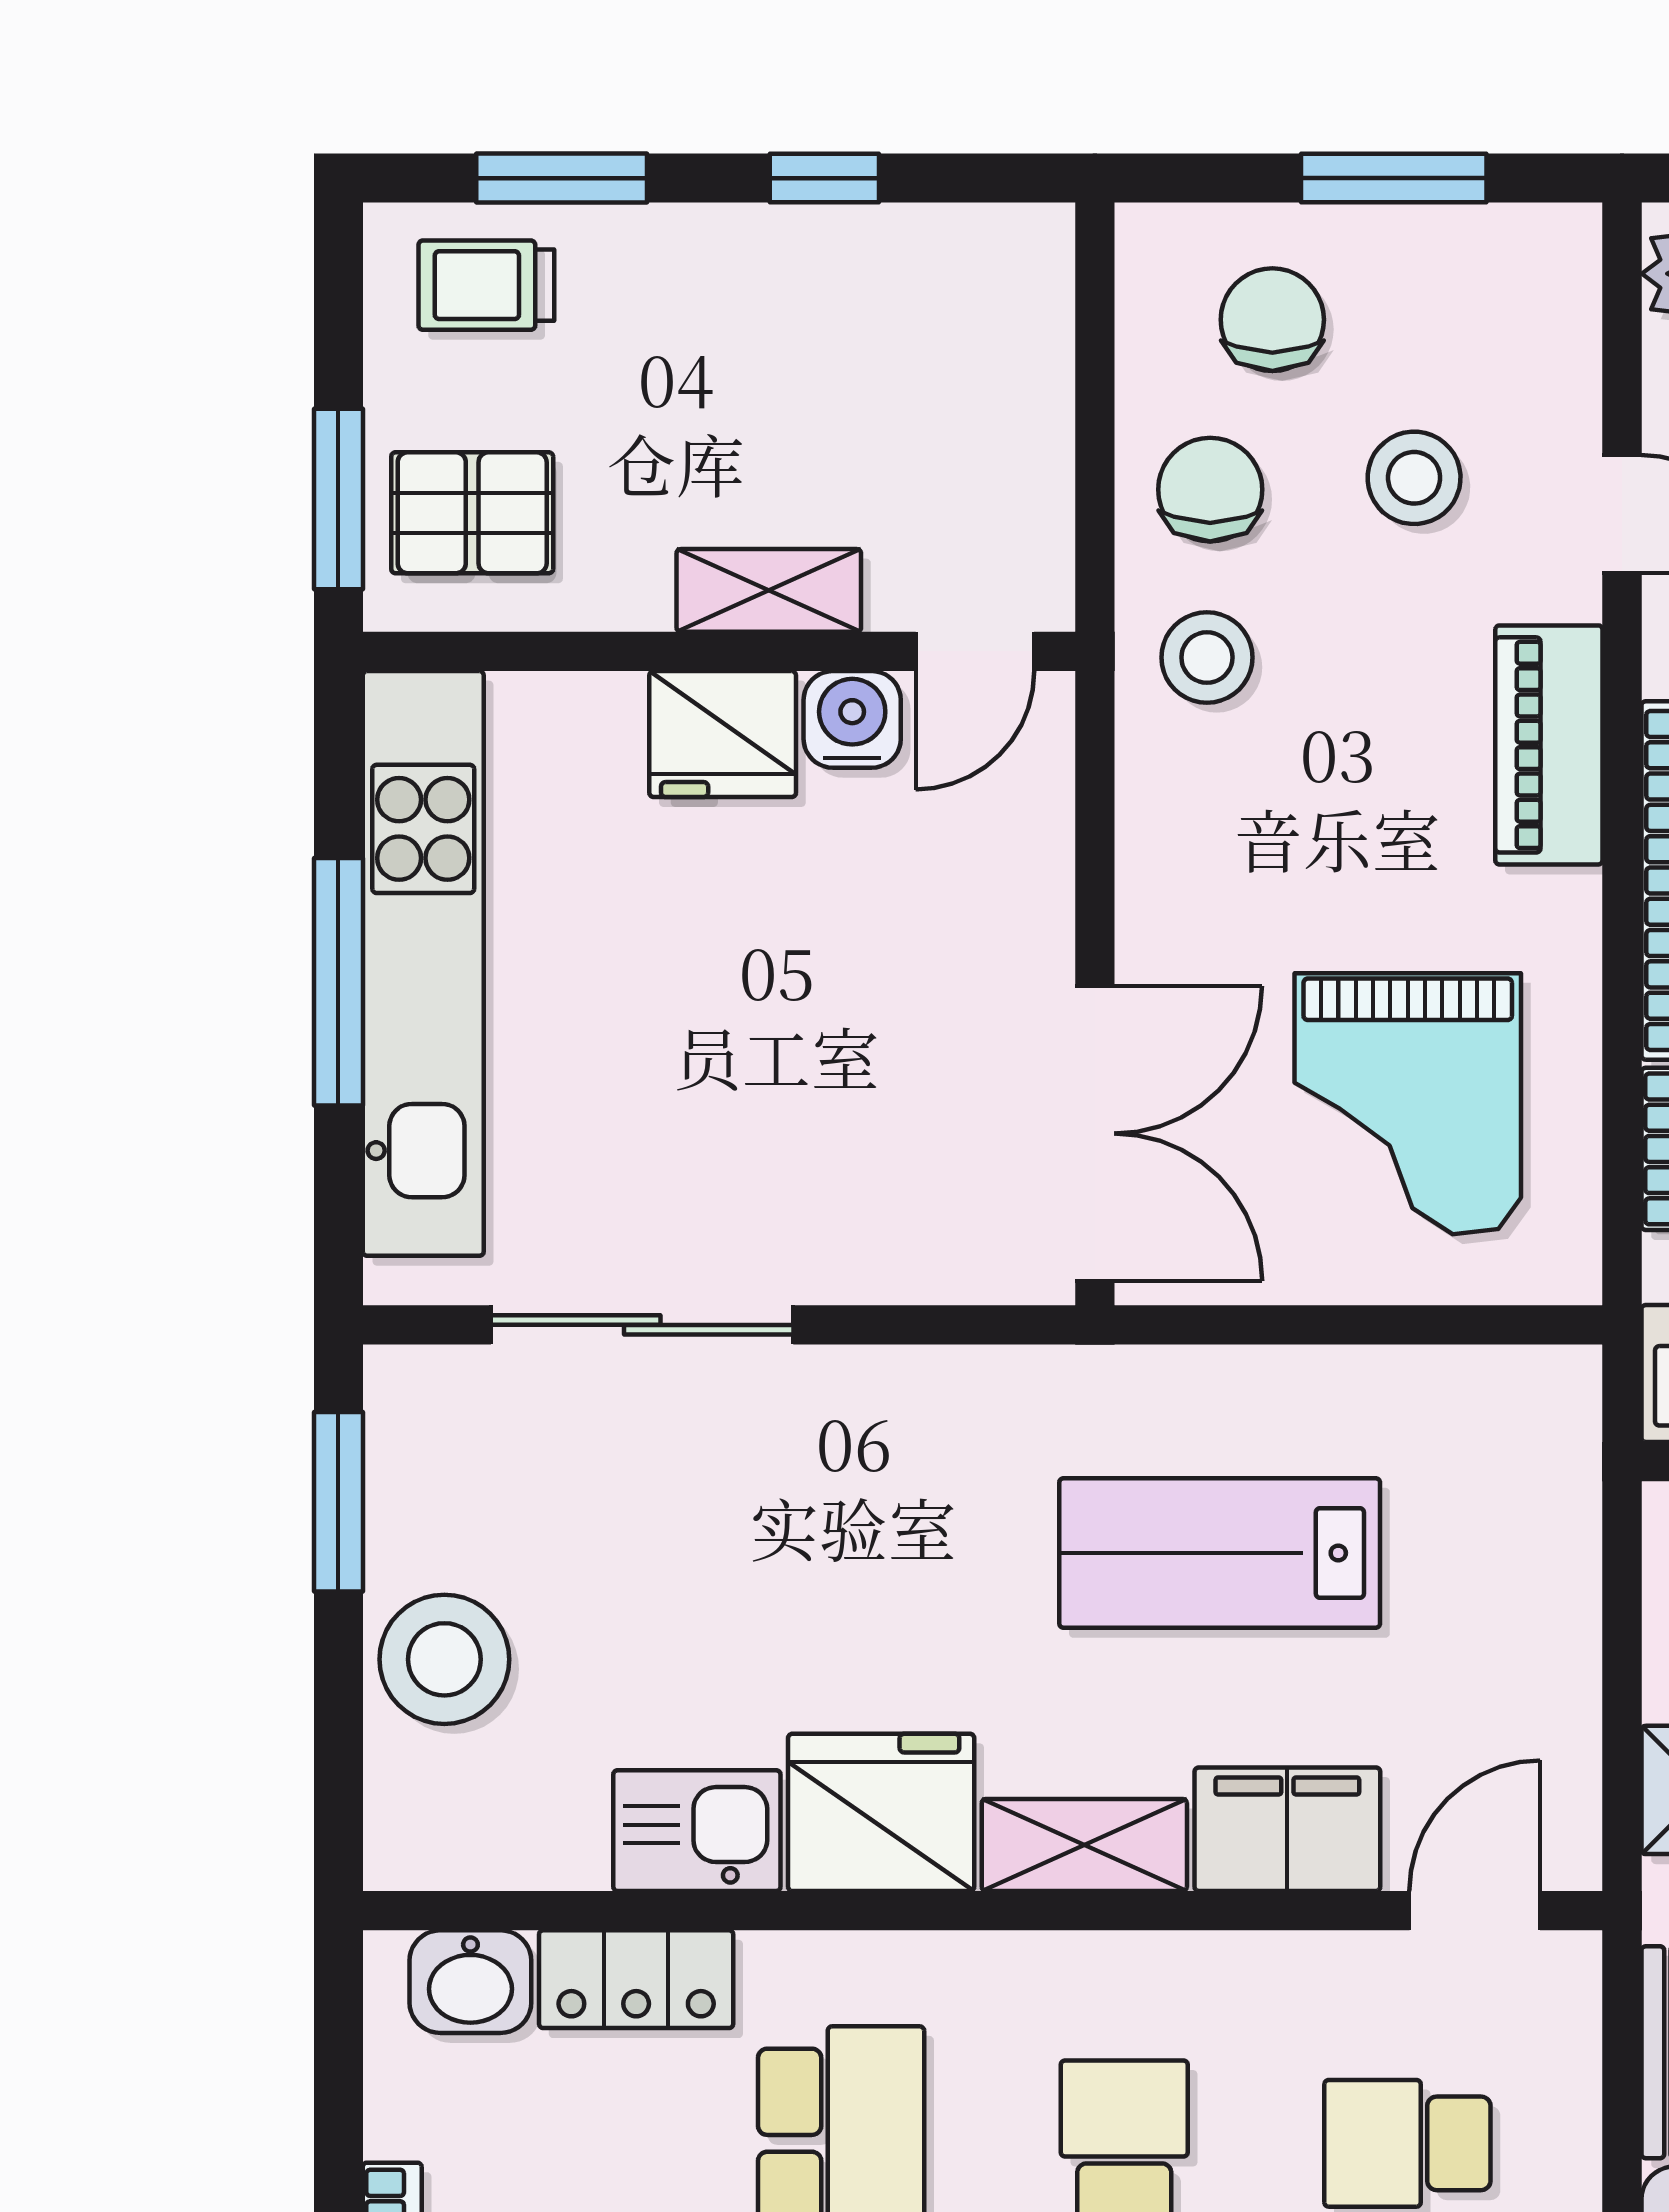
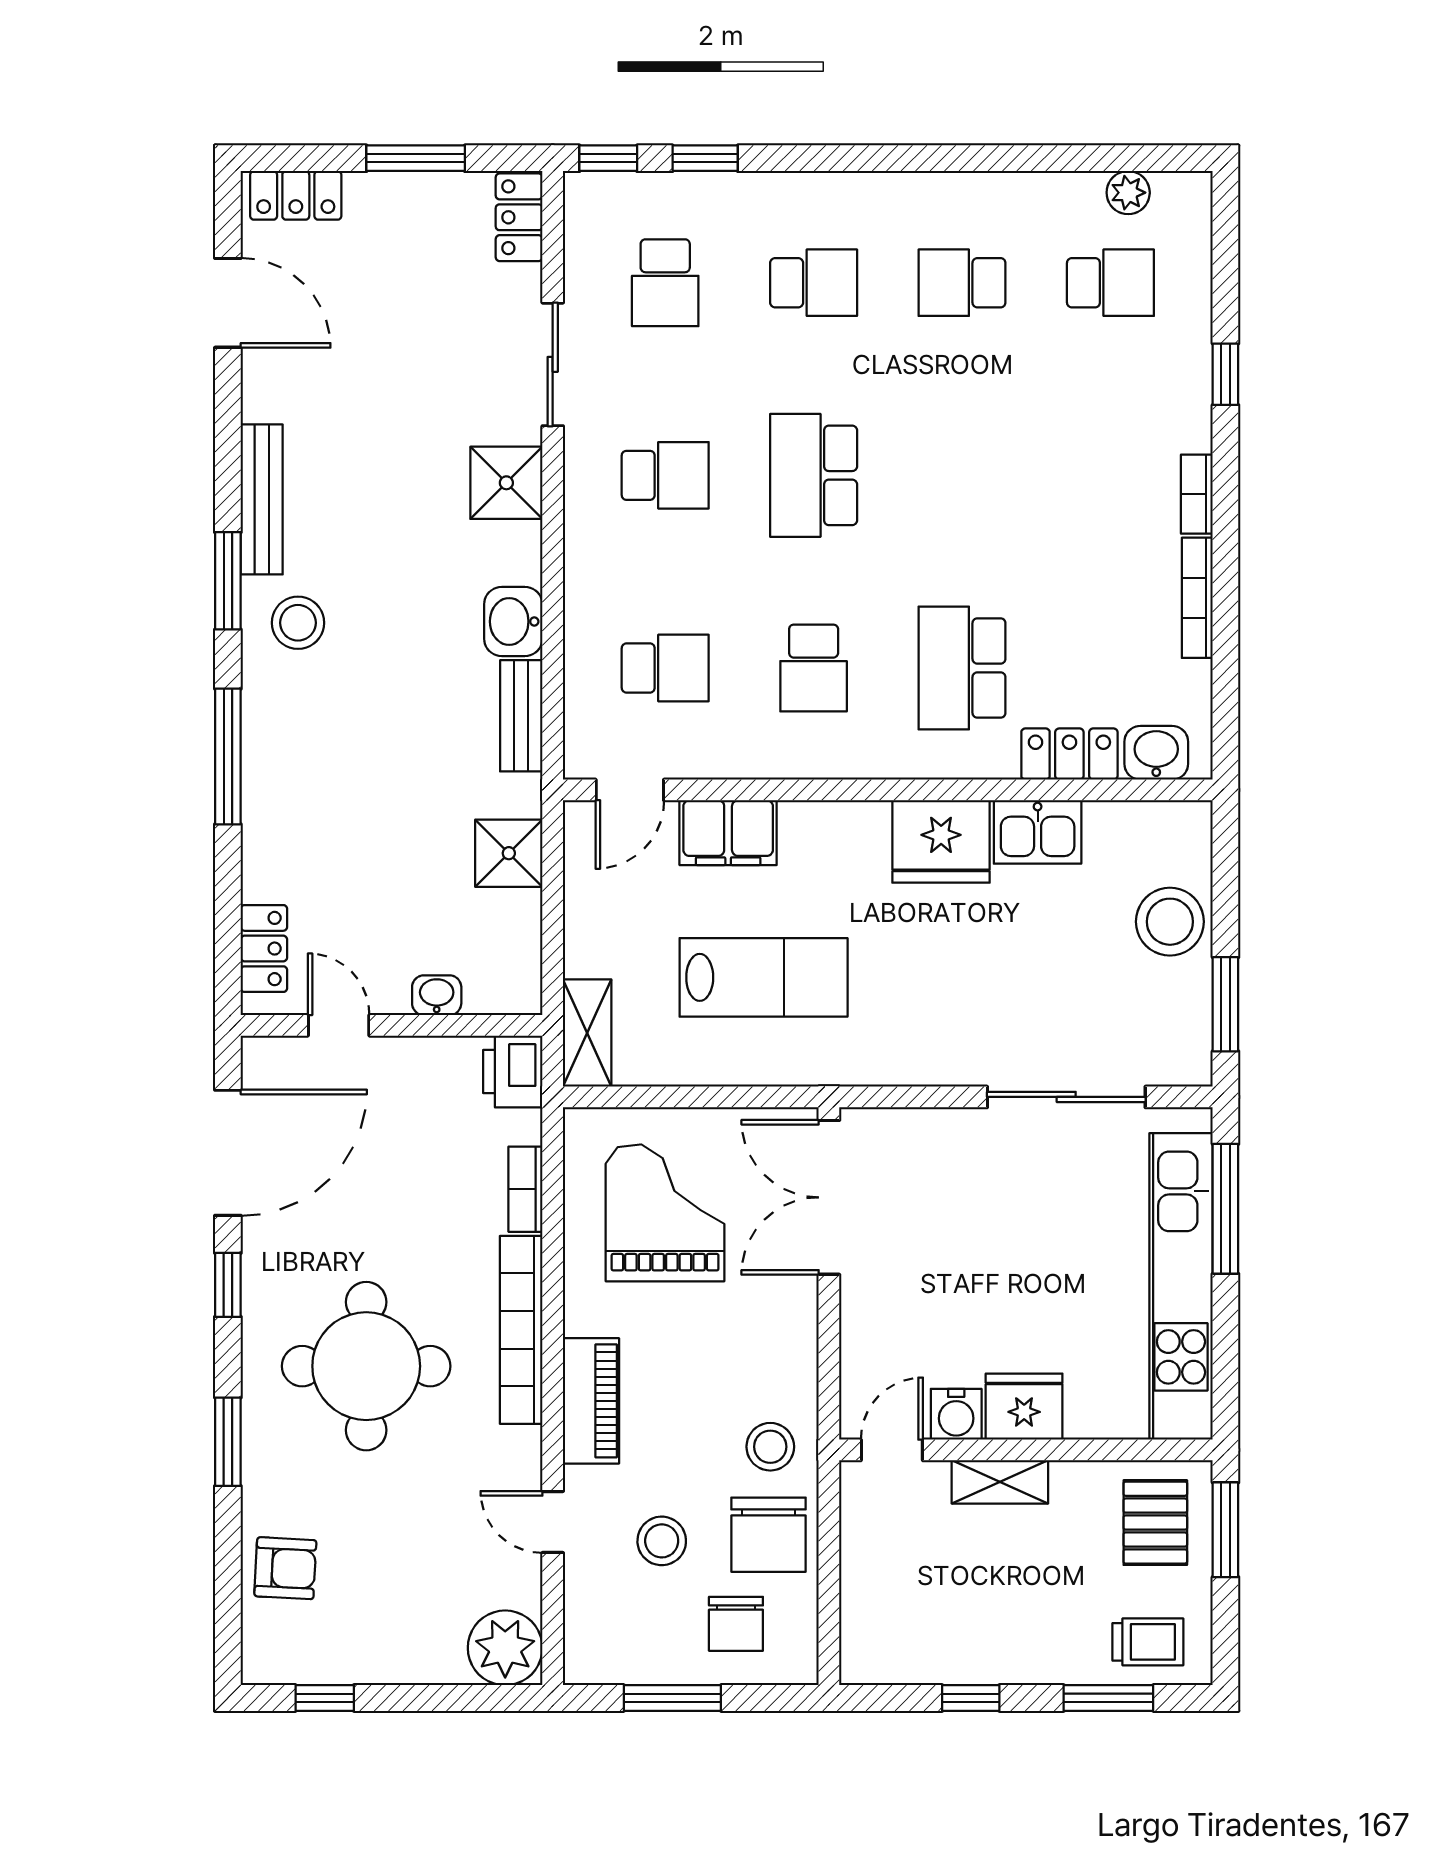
chair: (1210, 490) -> (769, 1535), width x1.37, depth x1.37
pallet: (472, 513) -> (1155, 1523), turned 90
window: (338, 982) -> (1225, 1209), moved
shelving: (1084, 1845) -> (587, 1033), moved, turned 90

